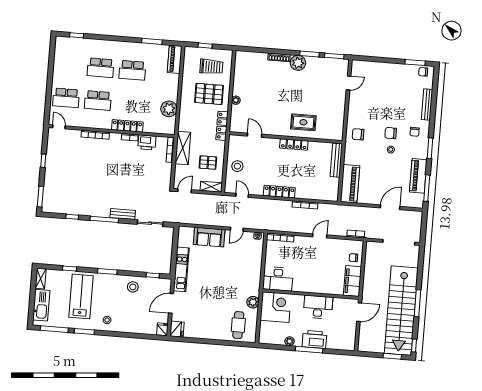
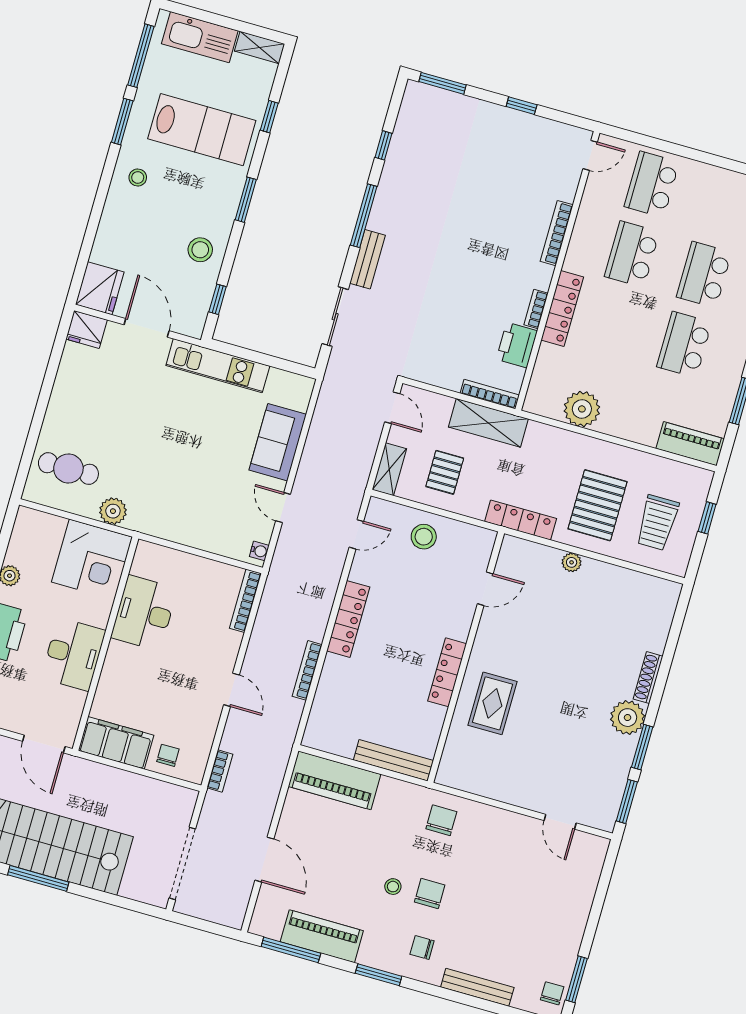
desk: (278, 279) -> (144, 613), moved
fridge: (162, 329) -> (100, 288), width x1.88, depth x1.34

